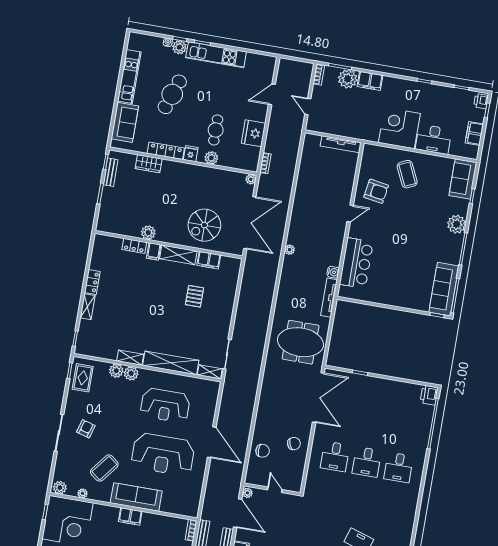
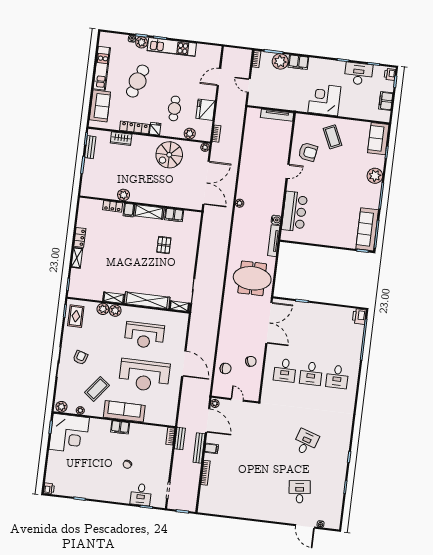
desk: (434, 139) -> (358, 74), moved, turned 180
plant: (211, 158) -> (190, 134), moved
spiral stairs: (204, 225) -> (169, 155), moved

